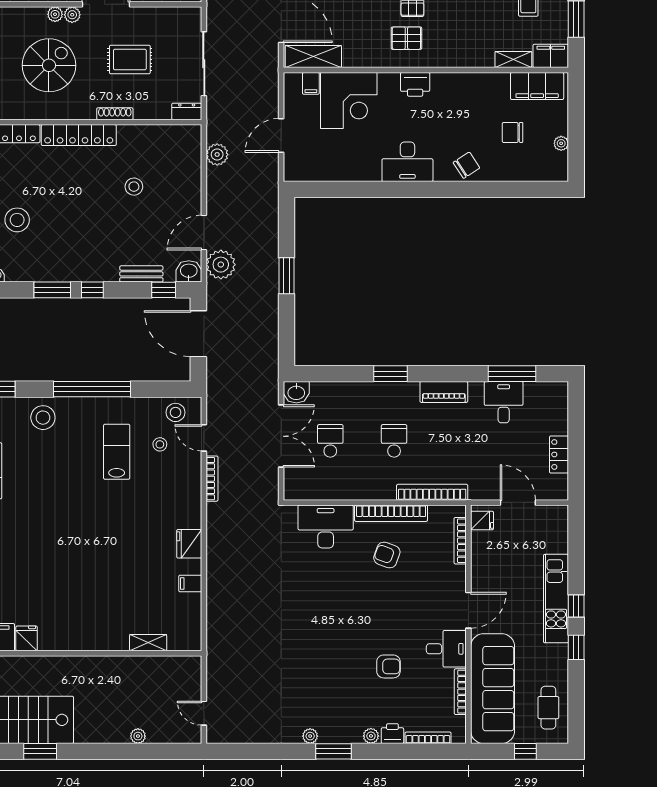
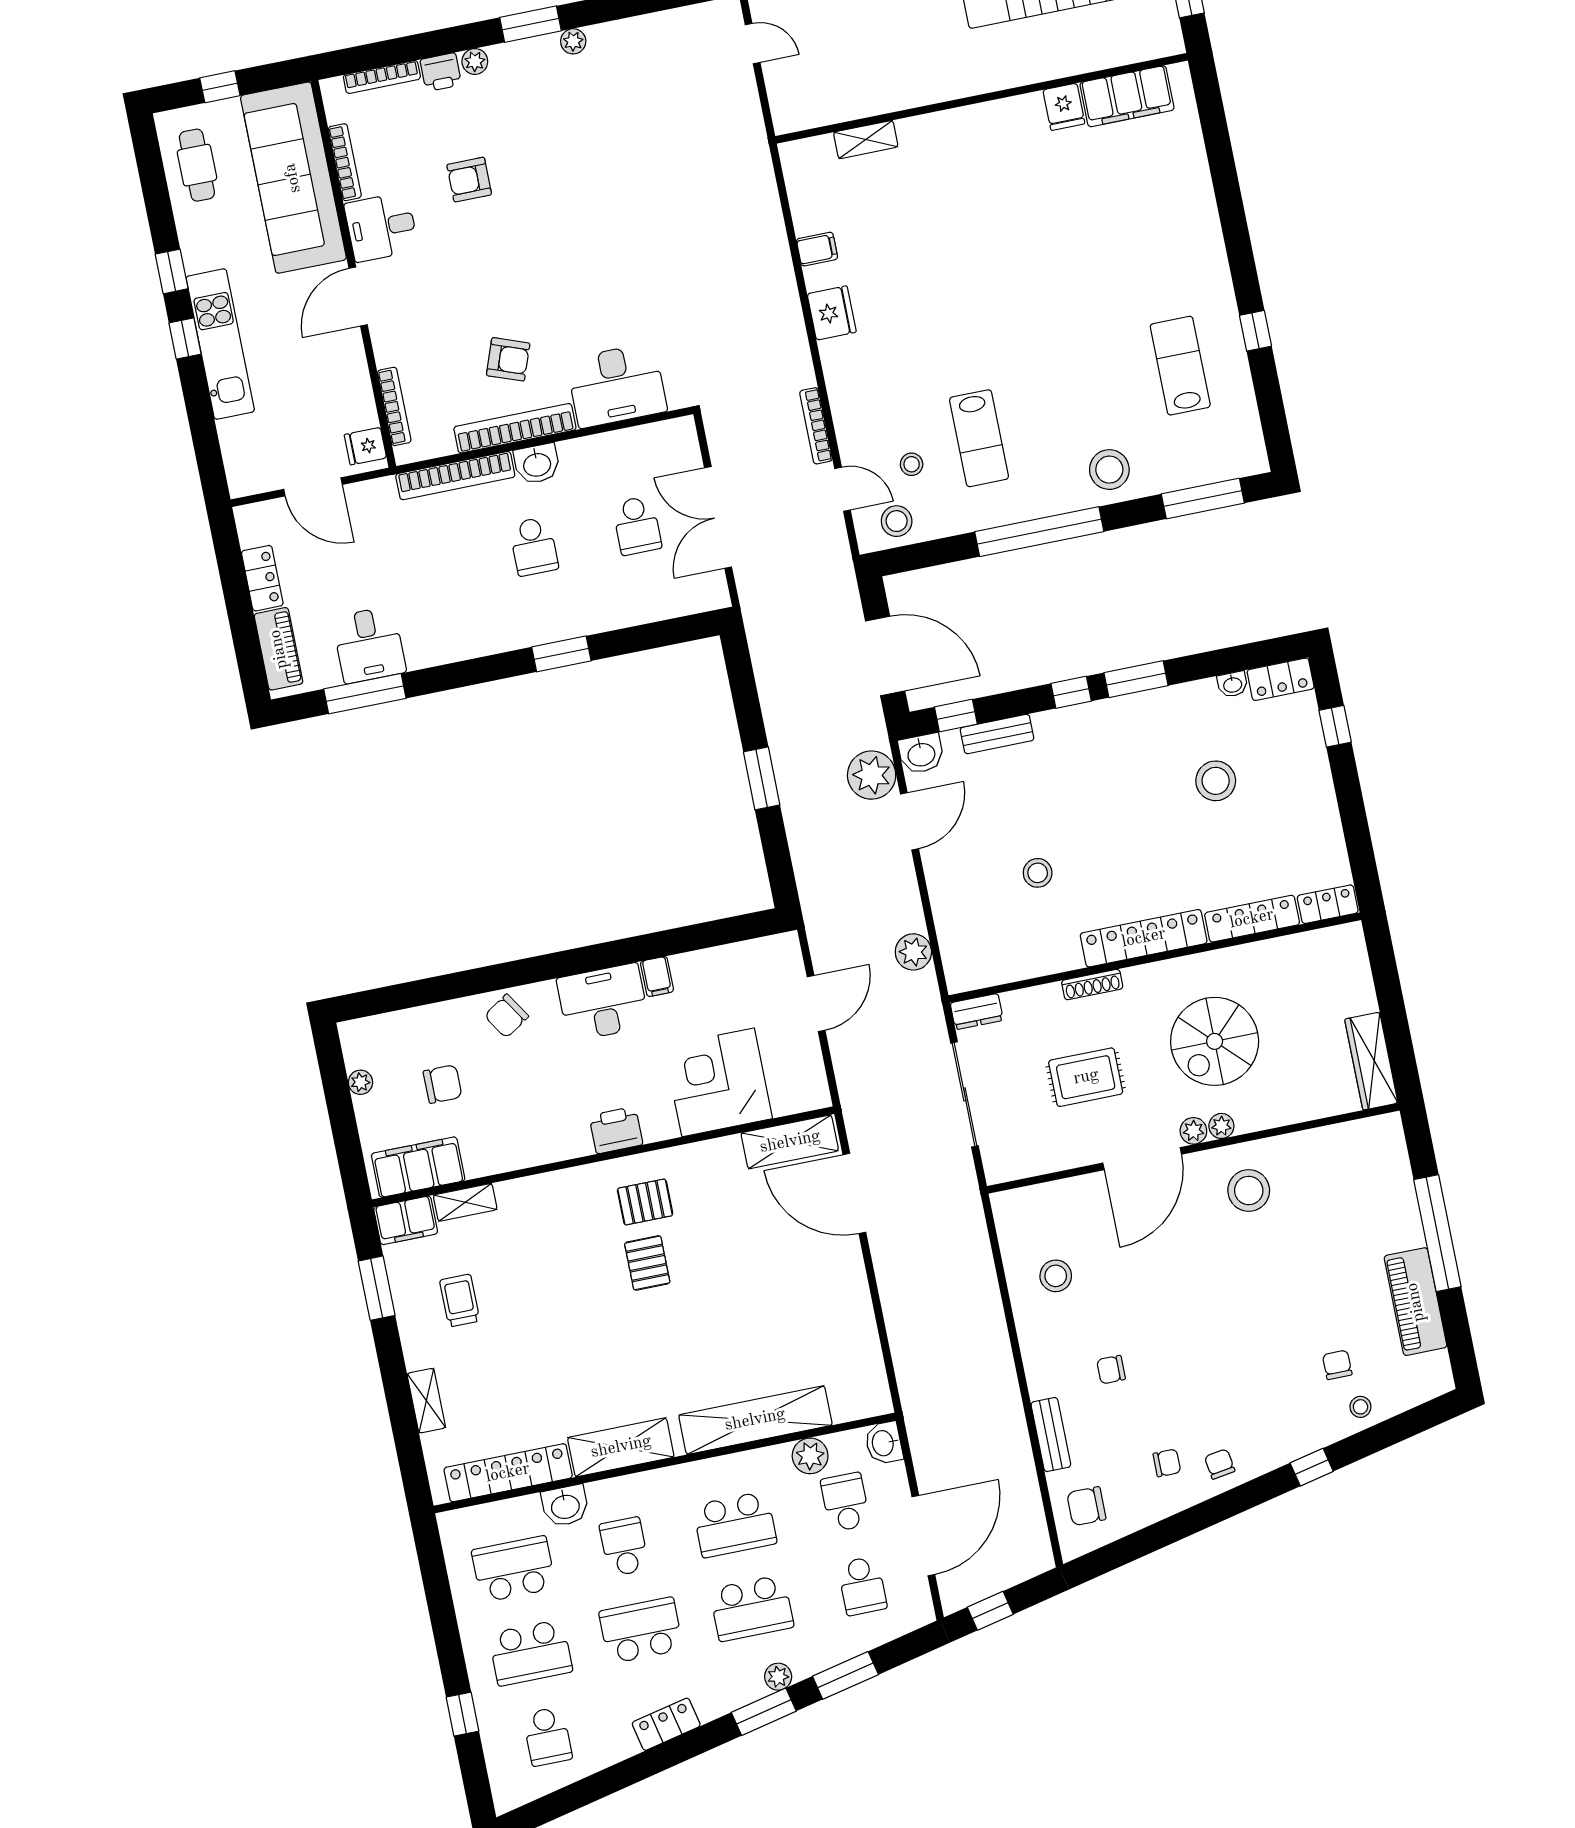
filing cabinet: (311, 83) -> (657, 976), moved, turned 180
washbasin: (296, 392) -> (537, 464), moved, turned 180
piano: (444, 392) -> (279, 649), moved, turned 90

